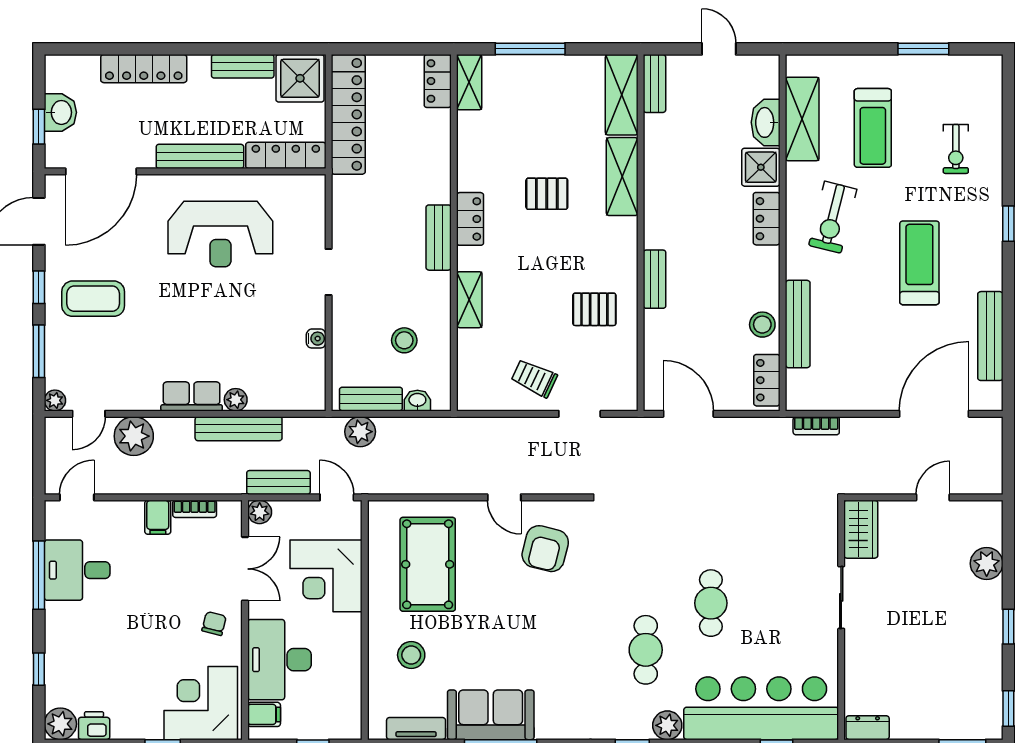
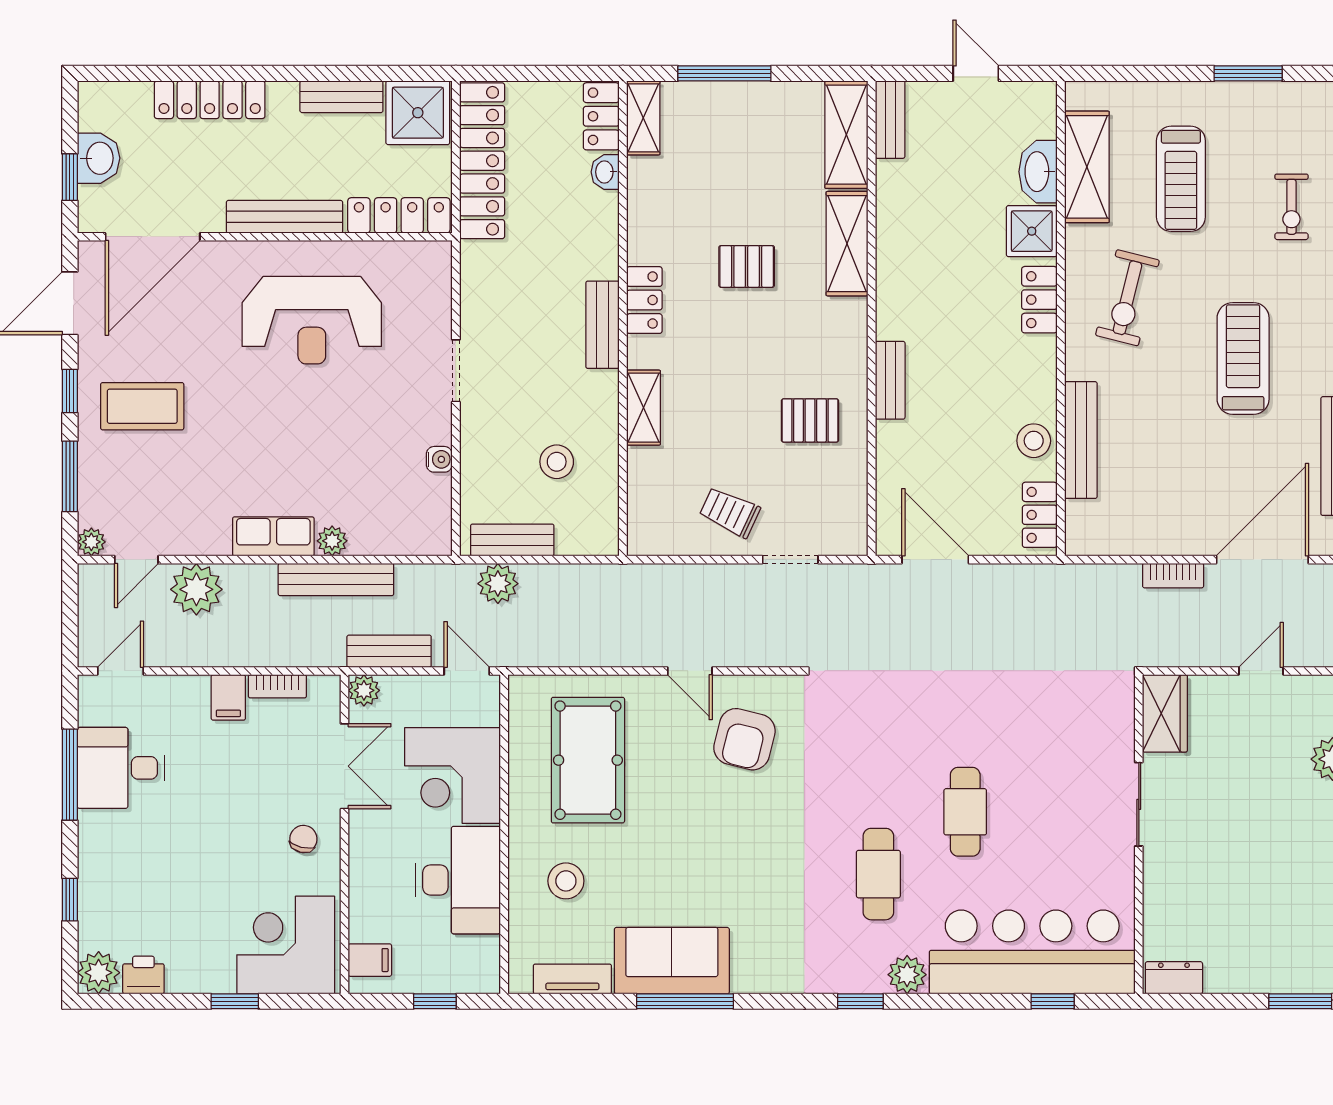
washbasin: (417, 401) -> (605, 172), moved, turned -90
bookcase: (816, 426) -> (1173, 576), moved
desk: (279, 660) -> (458, 880), moved, turned 180

